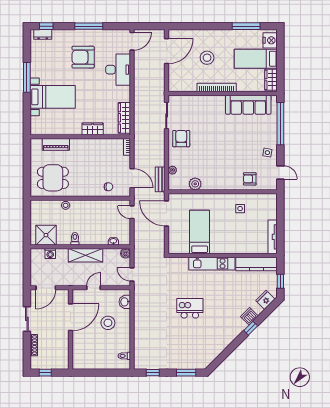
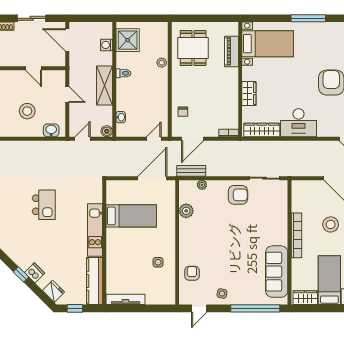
desk: (118, 70) -> (298, 123), moved
bed with nightstands: (53, 97) -> (268, 44), moved, turned -90
door: (71, 317) -> (33, 68), width x0.53

